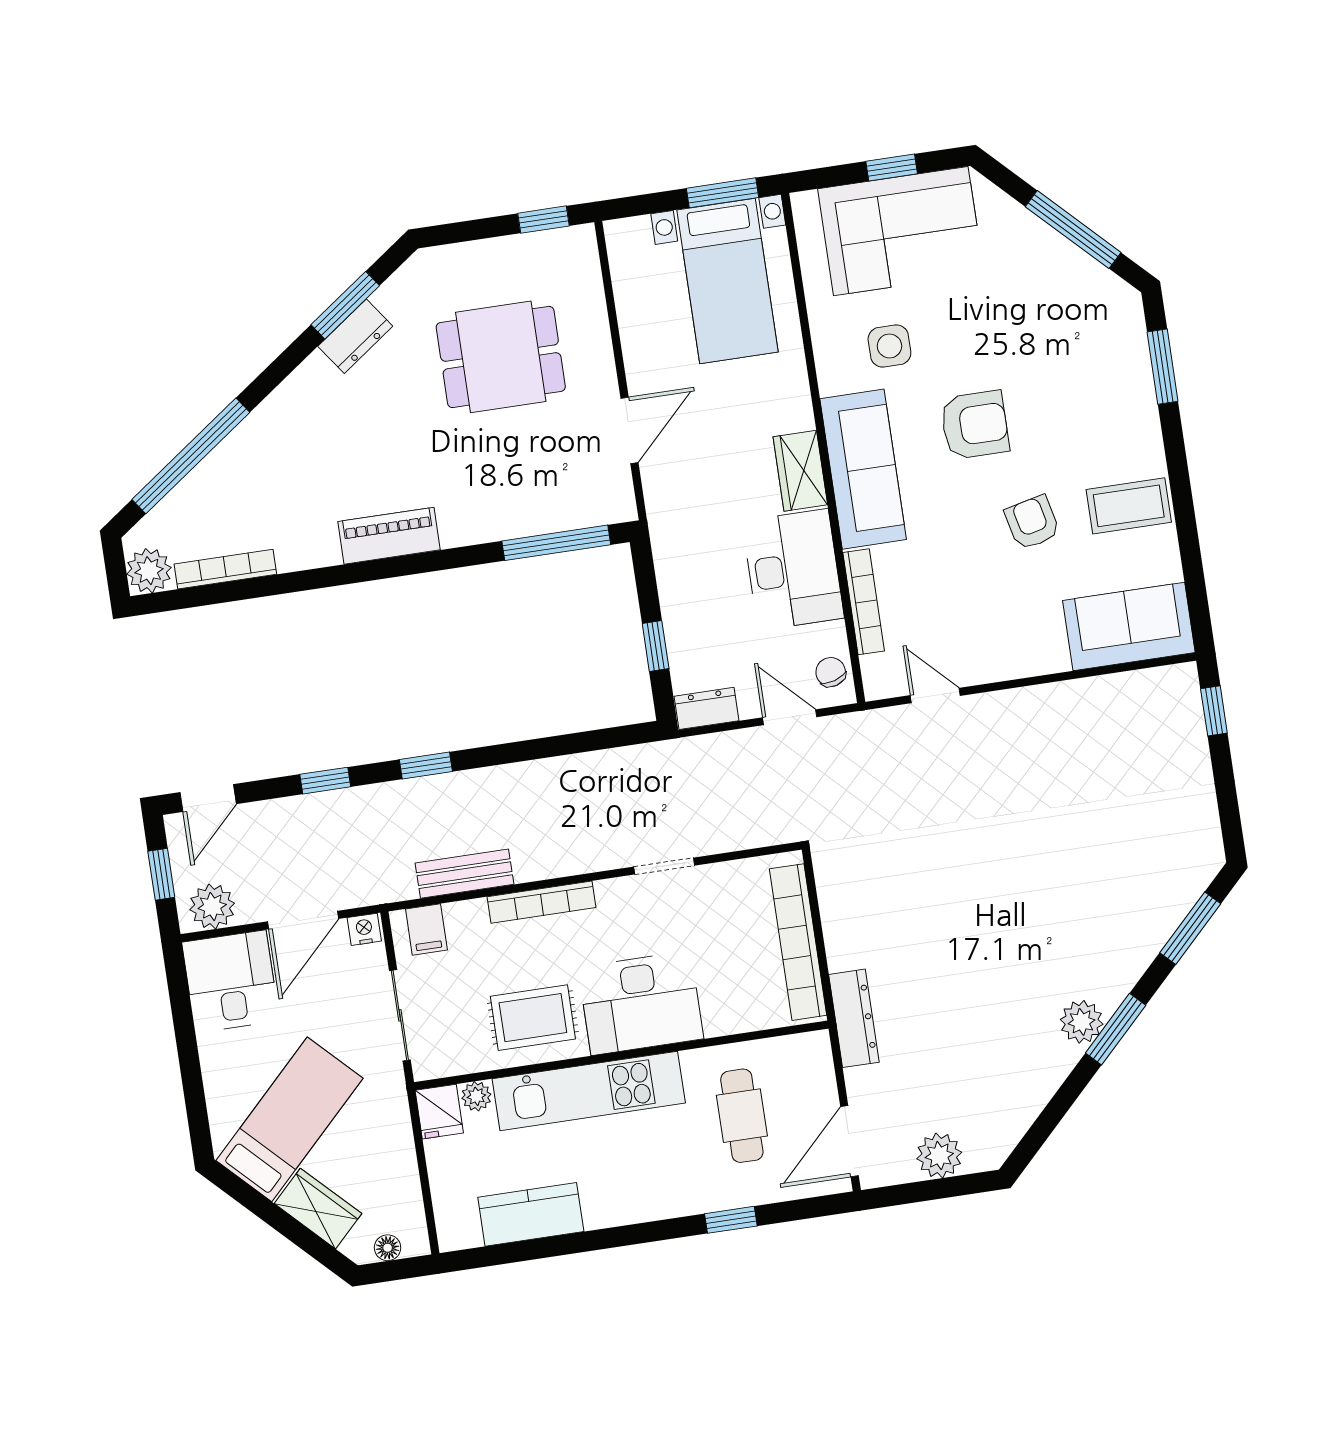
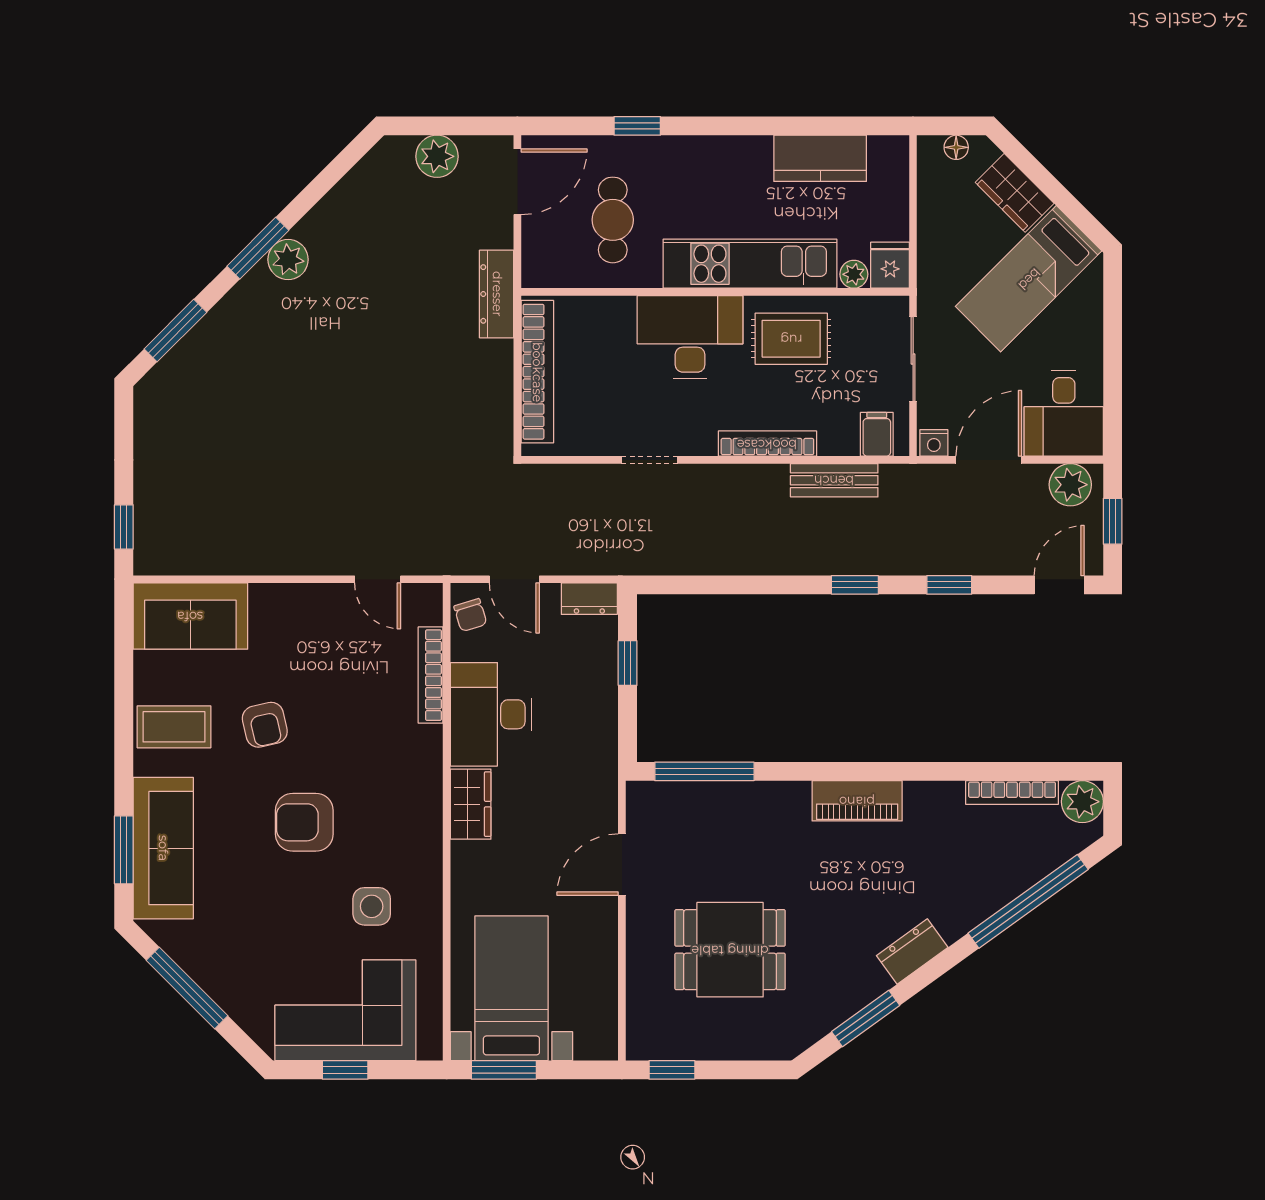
dresser: (355, 336) -> (912, 952), moved
sofa: (863, 469) -> (163, 848), moved, turned 180

